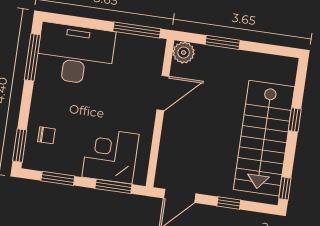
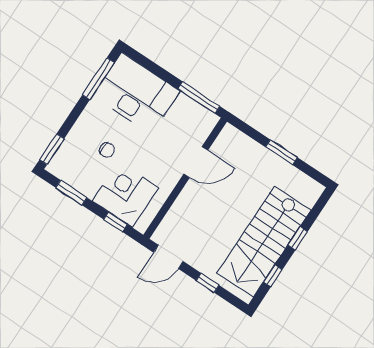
window: (223, 42) -> (281, 152), moved
plant: (184, 53) -> (230, 136), removed
chair: (46, 135) -> (107, 150), moved
window: (113, 186) -> (116, 222), width x0.67
window: (285, 188) -> (273, 276), moved

